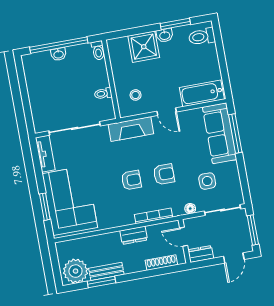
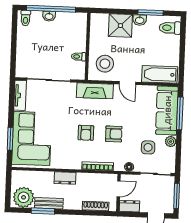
toilet: (98, 50) -> (26, 18), moved
stool: (136, 95) -> (105, 64), width x1.89, depth x1.89
plant: (232, 168) -> (171, 142), added
armchair: (131, 180) -> (86, 133), turned 90
dresser: (134, 235) -> (65, 178), moved
door: (184, 237) -> (119, 189), swing flipped

